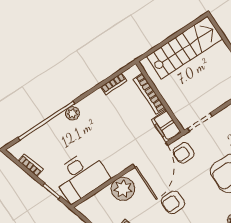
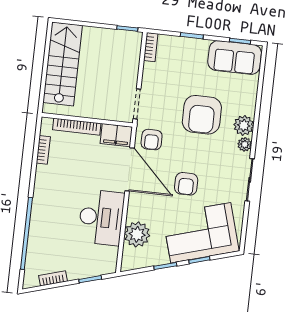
plant: (72, 113) -> (39, 206), removed
desk: (81, 176) -> (101, 217), moved
plant: (123, 189) -> (137, 234), moved

